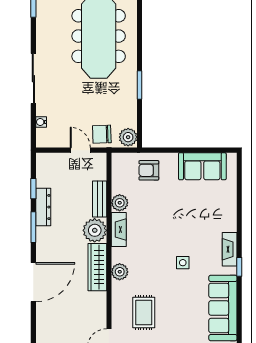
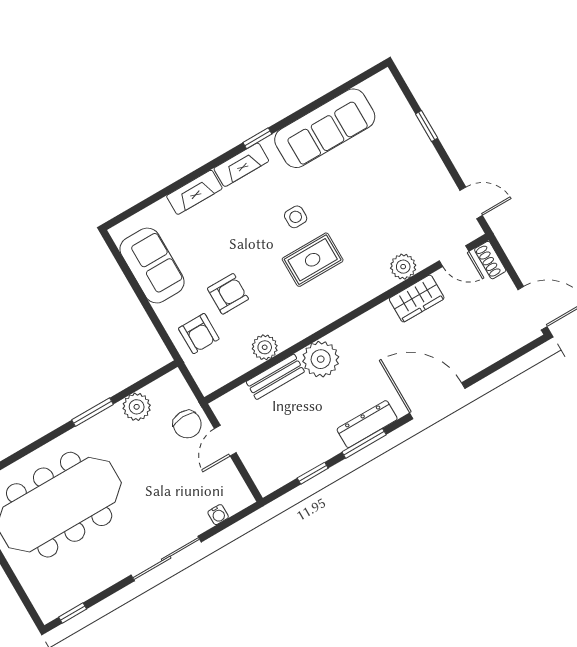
plant: (128, 137) -> (137, 407), moved
armchair: (162, 200) -> (228, 294), added
dresser: (43, 207) -> (367, 424), moved
fireplace: (119, 229) -> (194, 192), moved, turned 180
wardrobe: (97, 267) -> (417, 299), moved, width x0.67
plant: (120, 272) -> (403, 267), moved
rug: (144, 312) -> (313, 260), moved

